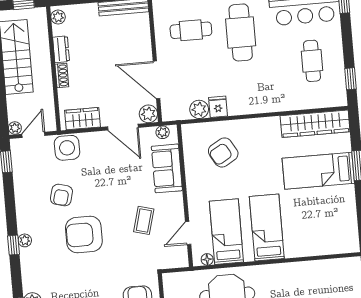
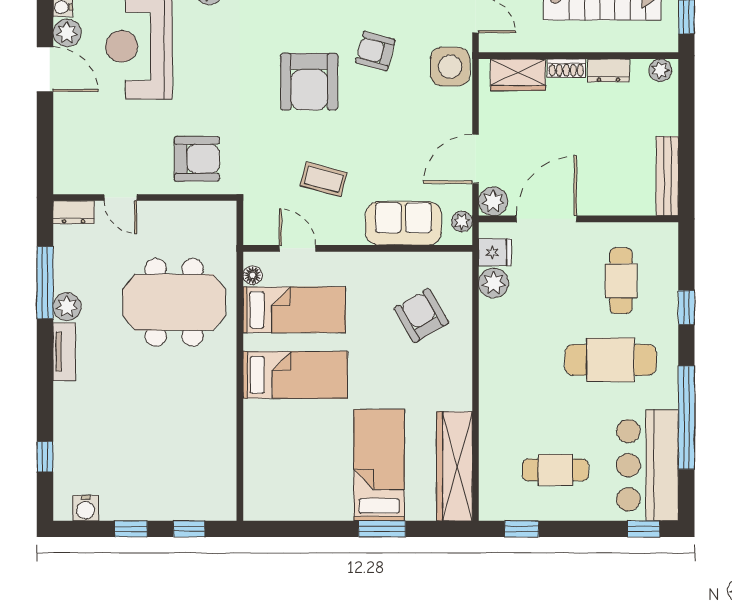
fridge: (218, 107) -> (495, 252), moved
wardrobe: (83, 119) -> (518, 75), moved, turned 90
armchair: (84, 235) -> (309, 82), turned 180

